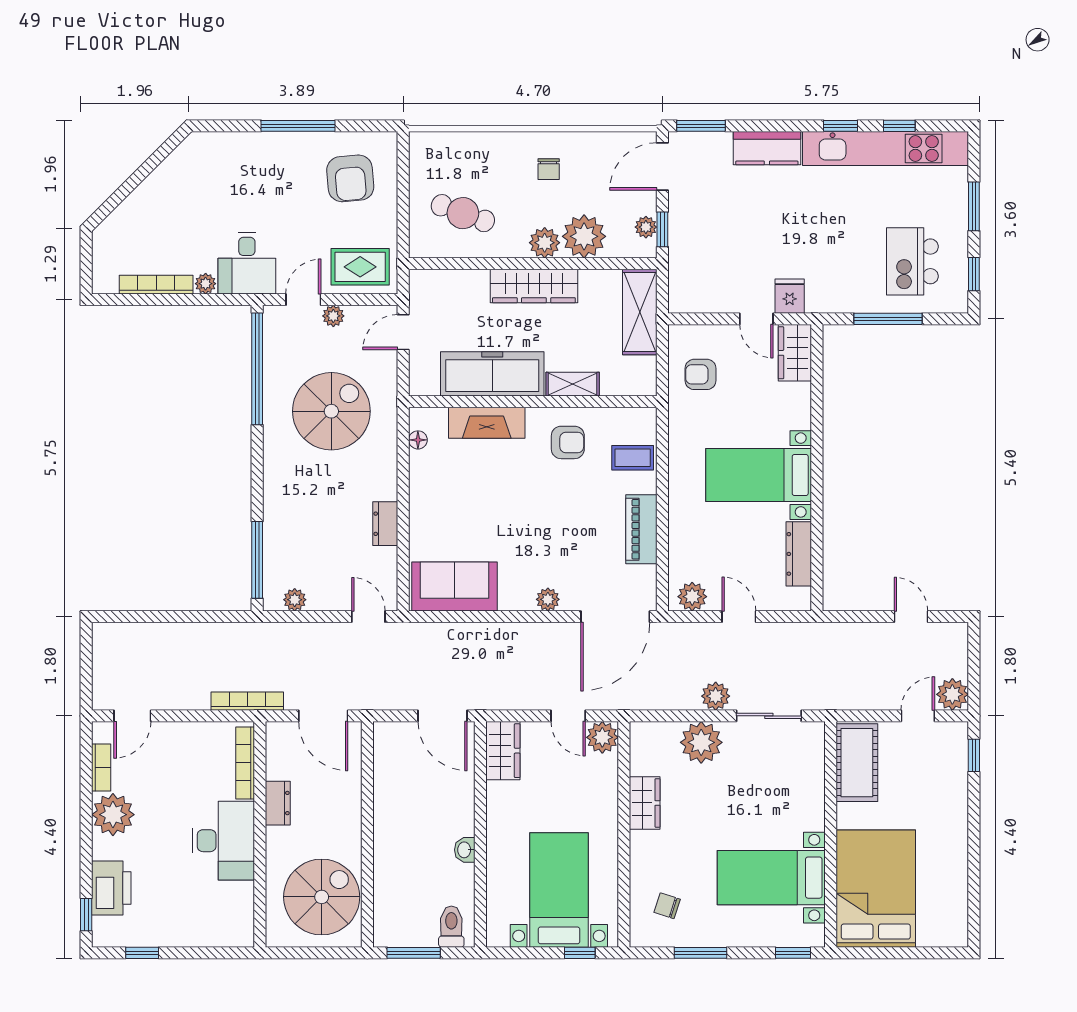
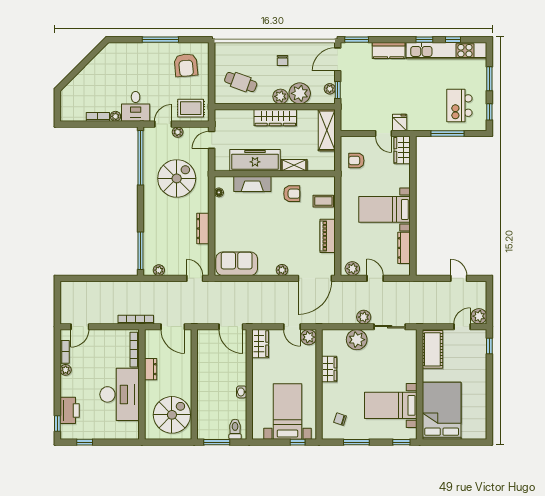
bookcase: (156, 285) -> (98, 117), width x0.64
dresser: (385, 524) -> (203, 229), width x1.44
plant: (113, 815) -> (66, 370), width x0.53, depth x0.53
desk: (223, 841) -> (120, 394), width x1.36, depth x1.30

